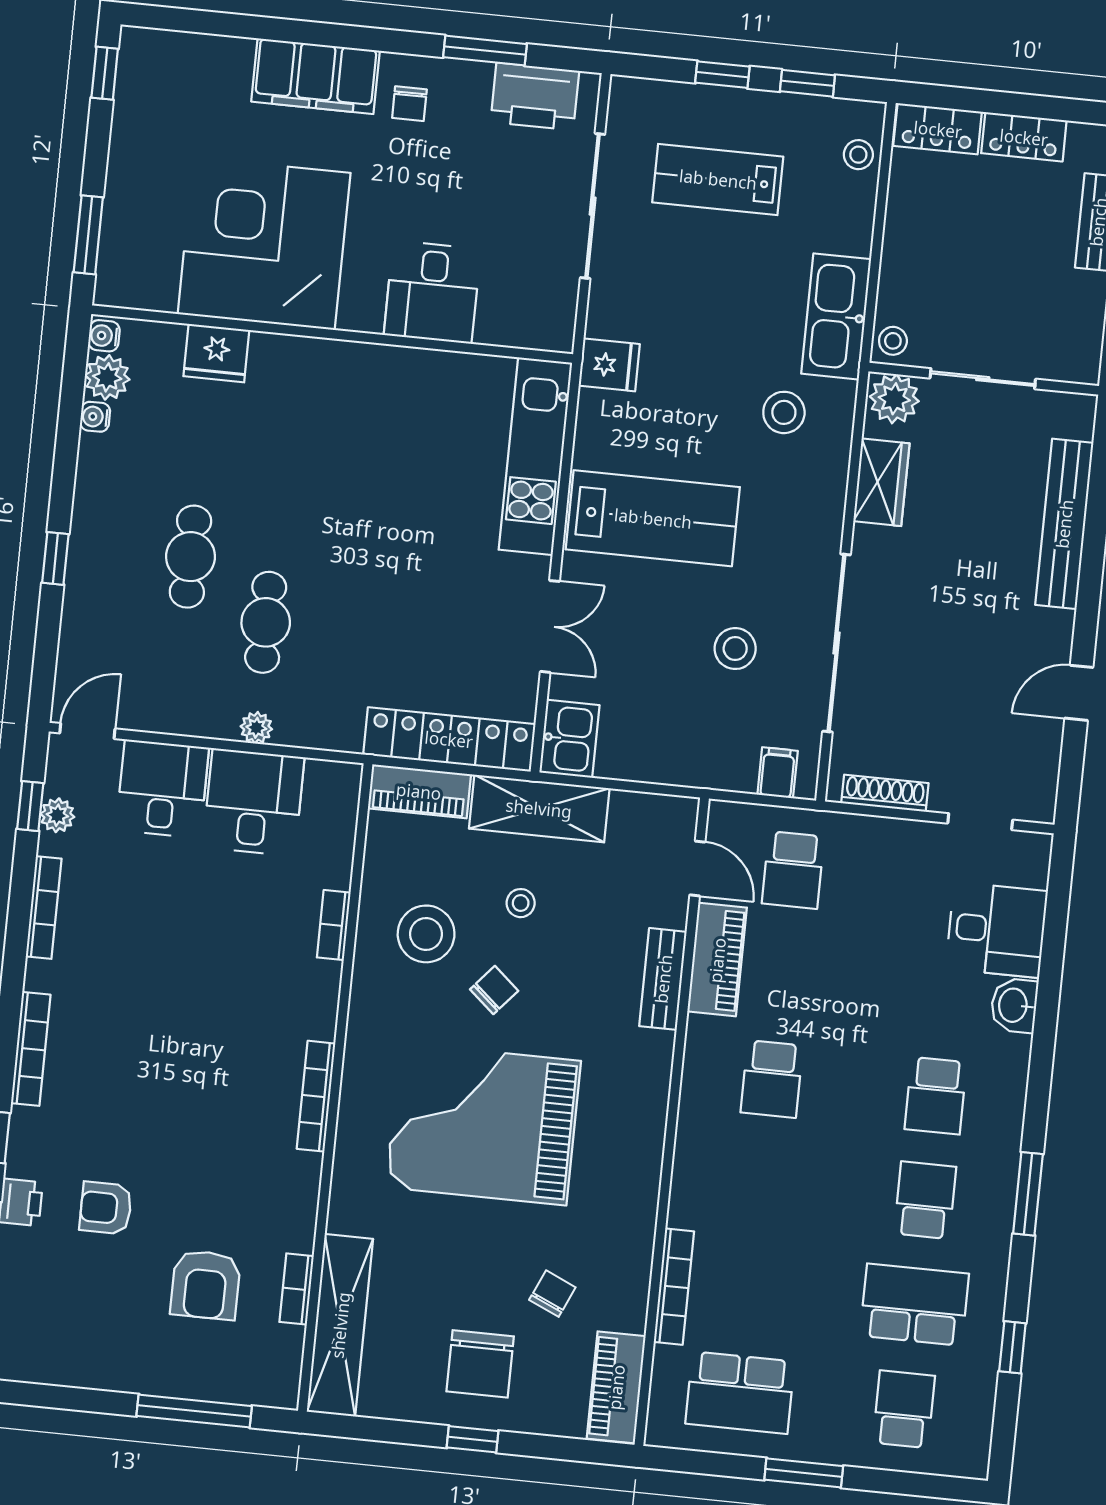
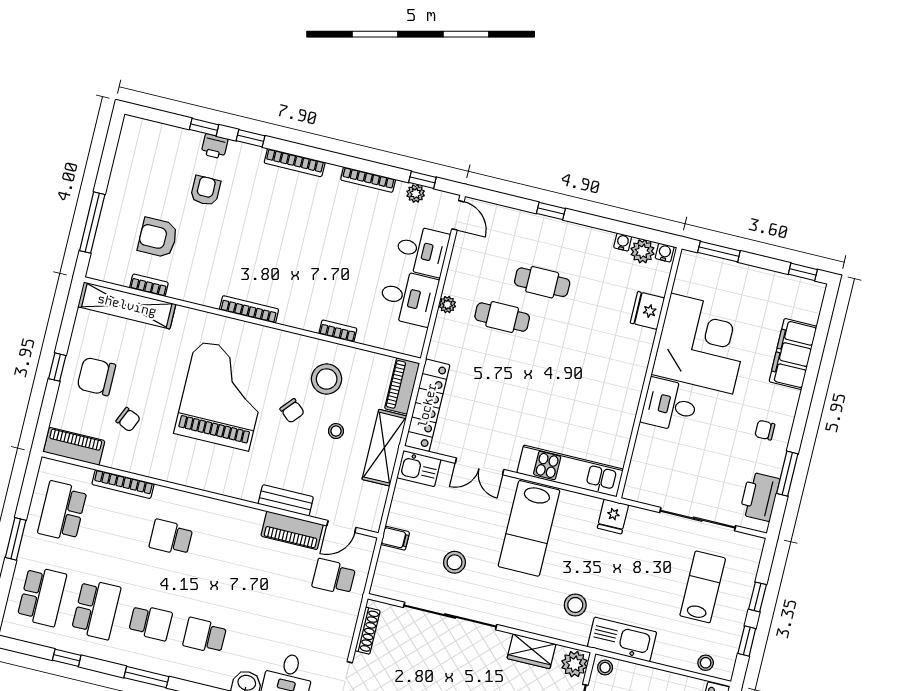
filing cabinet: (316, 76) -> (793, 354), moved
desk: (432, 292) -> (670, 405), moved
filing cabinet: (778, 773) -> (395, 538), moved
school desk: (772, 1079) -> (171, 537), moved
school desk: (904, 1409) -> (42, 596), width x1.85

